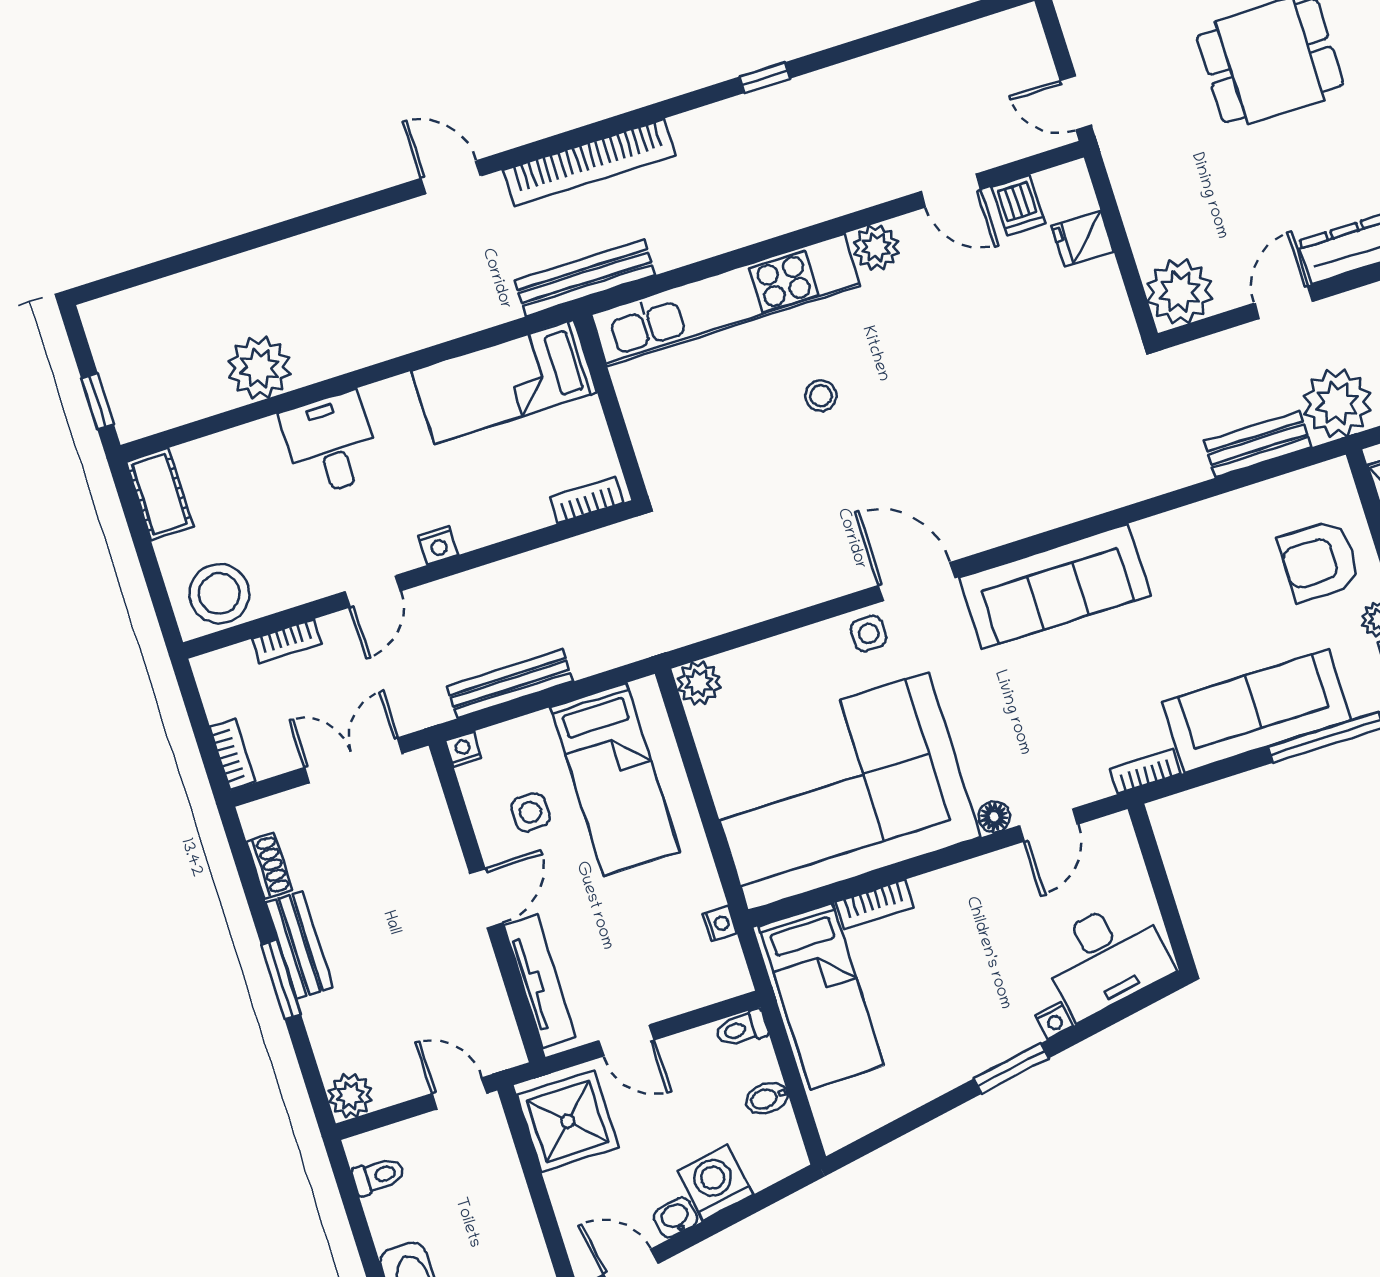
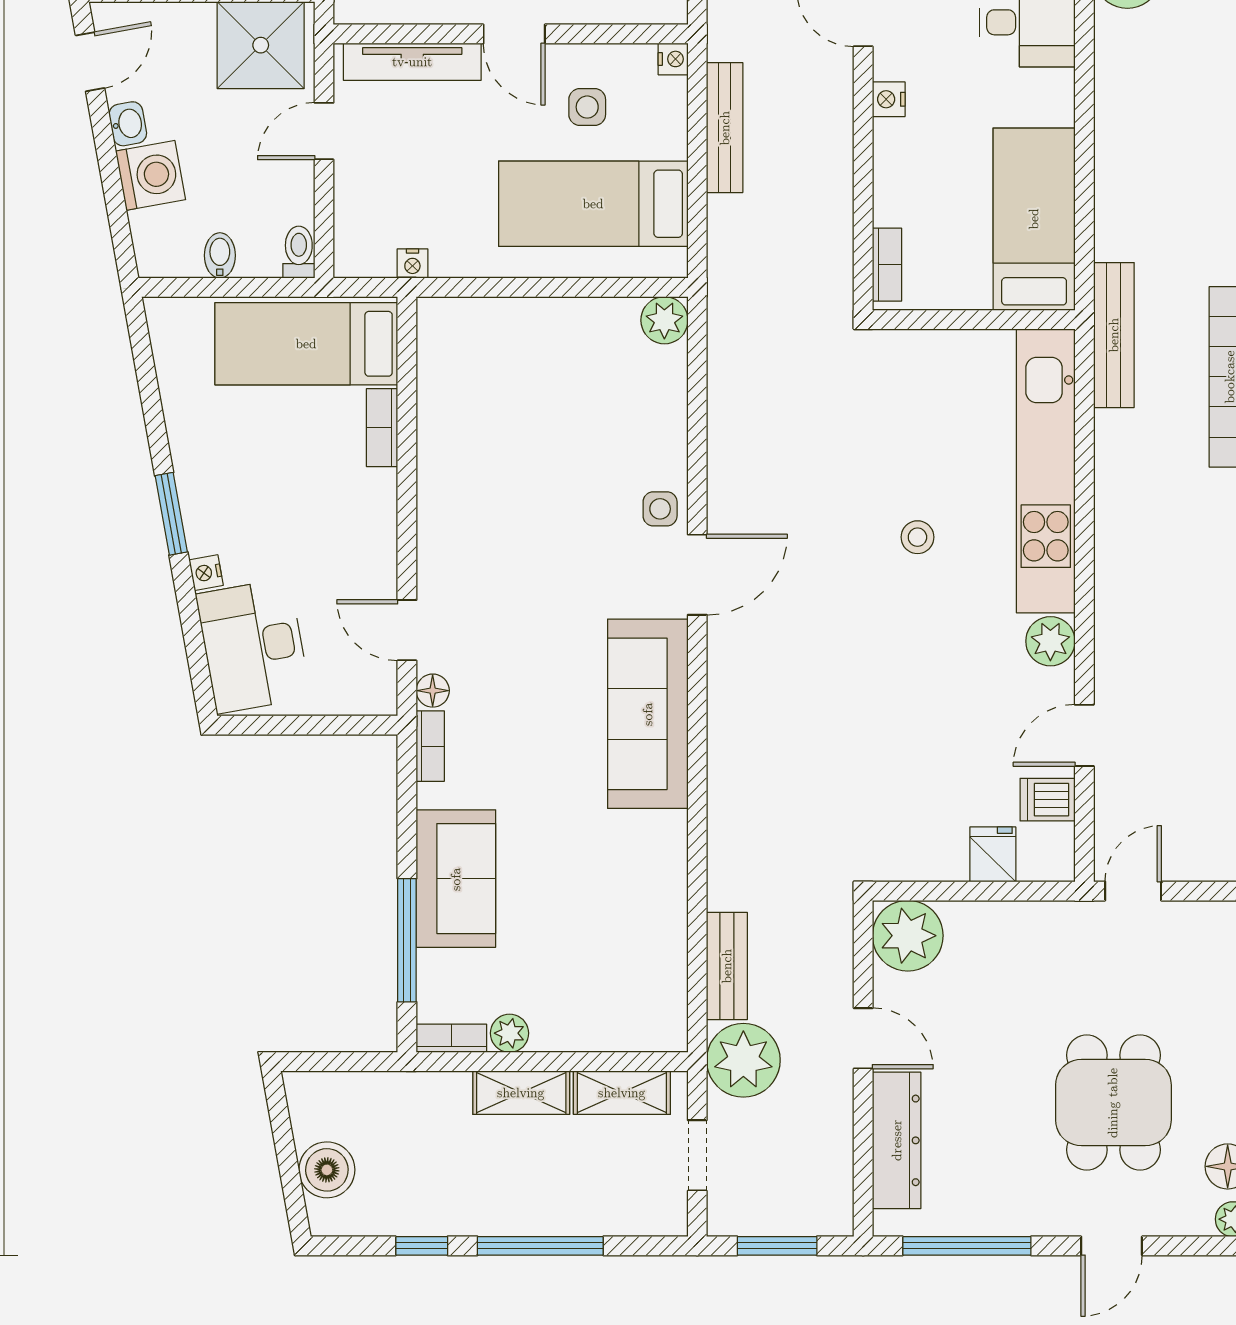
armchair: (1319, 560) -> (589, 991), removed
sofa: (1256, 711) -> (456, 879), width x0.73
corner sofa: (838, 792) -> (509, 427), removed
floor lamp: (994, 817) -> (433, 691), moved

